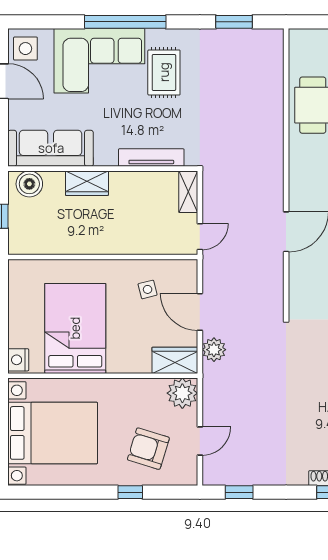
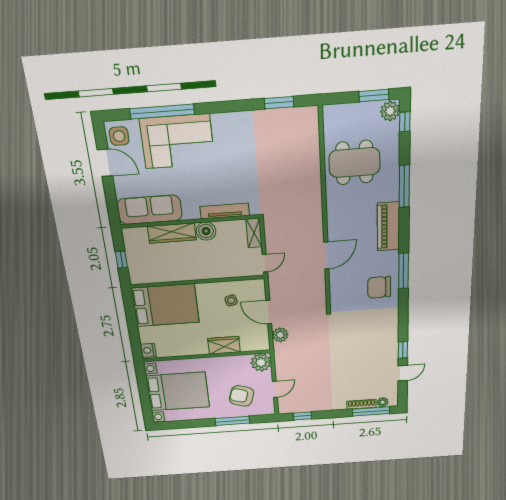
window: (125, 22) -> (162, 111), moved
rug: (164, 72) -> (228, 147), removed
wardrobe: (87, 183) -> (172, 233), width x1.50
boiler: (29, 184) -> (206, 231), moved
bed: (75, 328) -> (165, 305), moved, turned 90
wardrobe: (175, 360) -> (224, 345), moved
window: (130, 492) -> (232, 421), width x2.17

